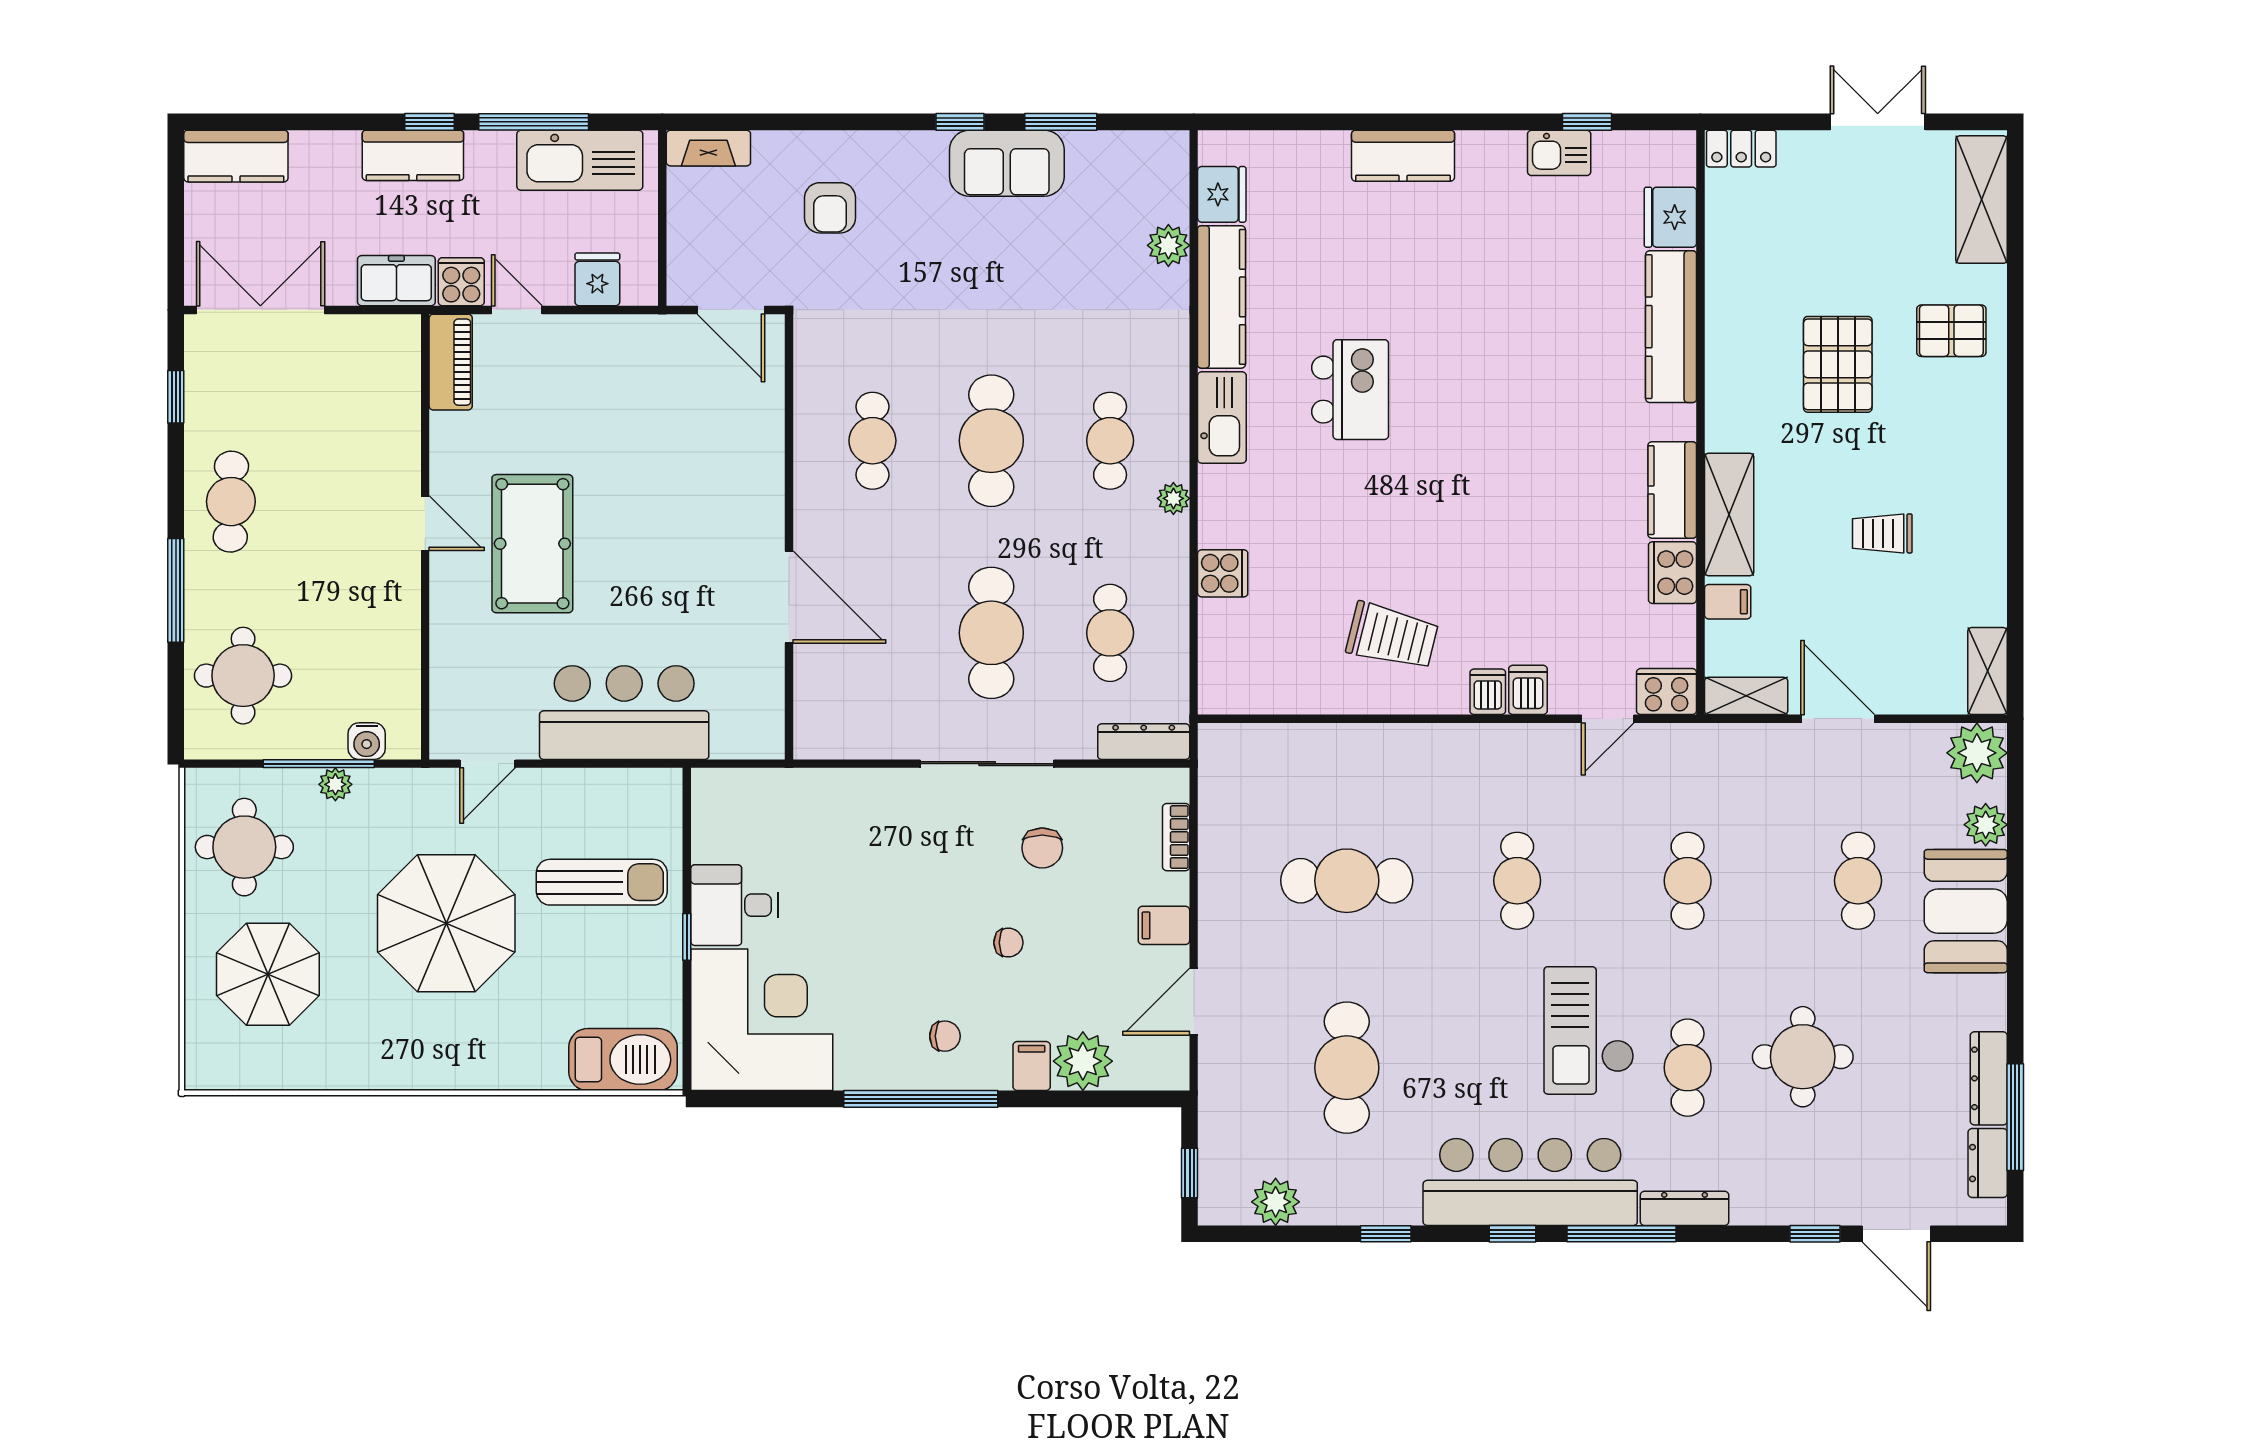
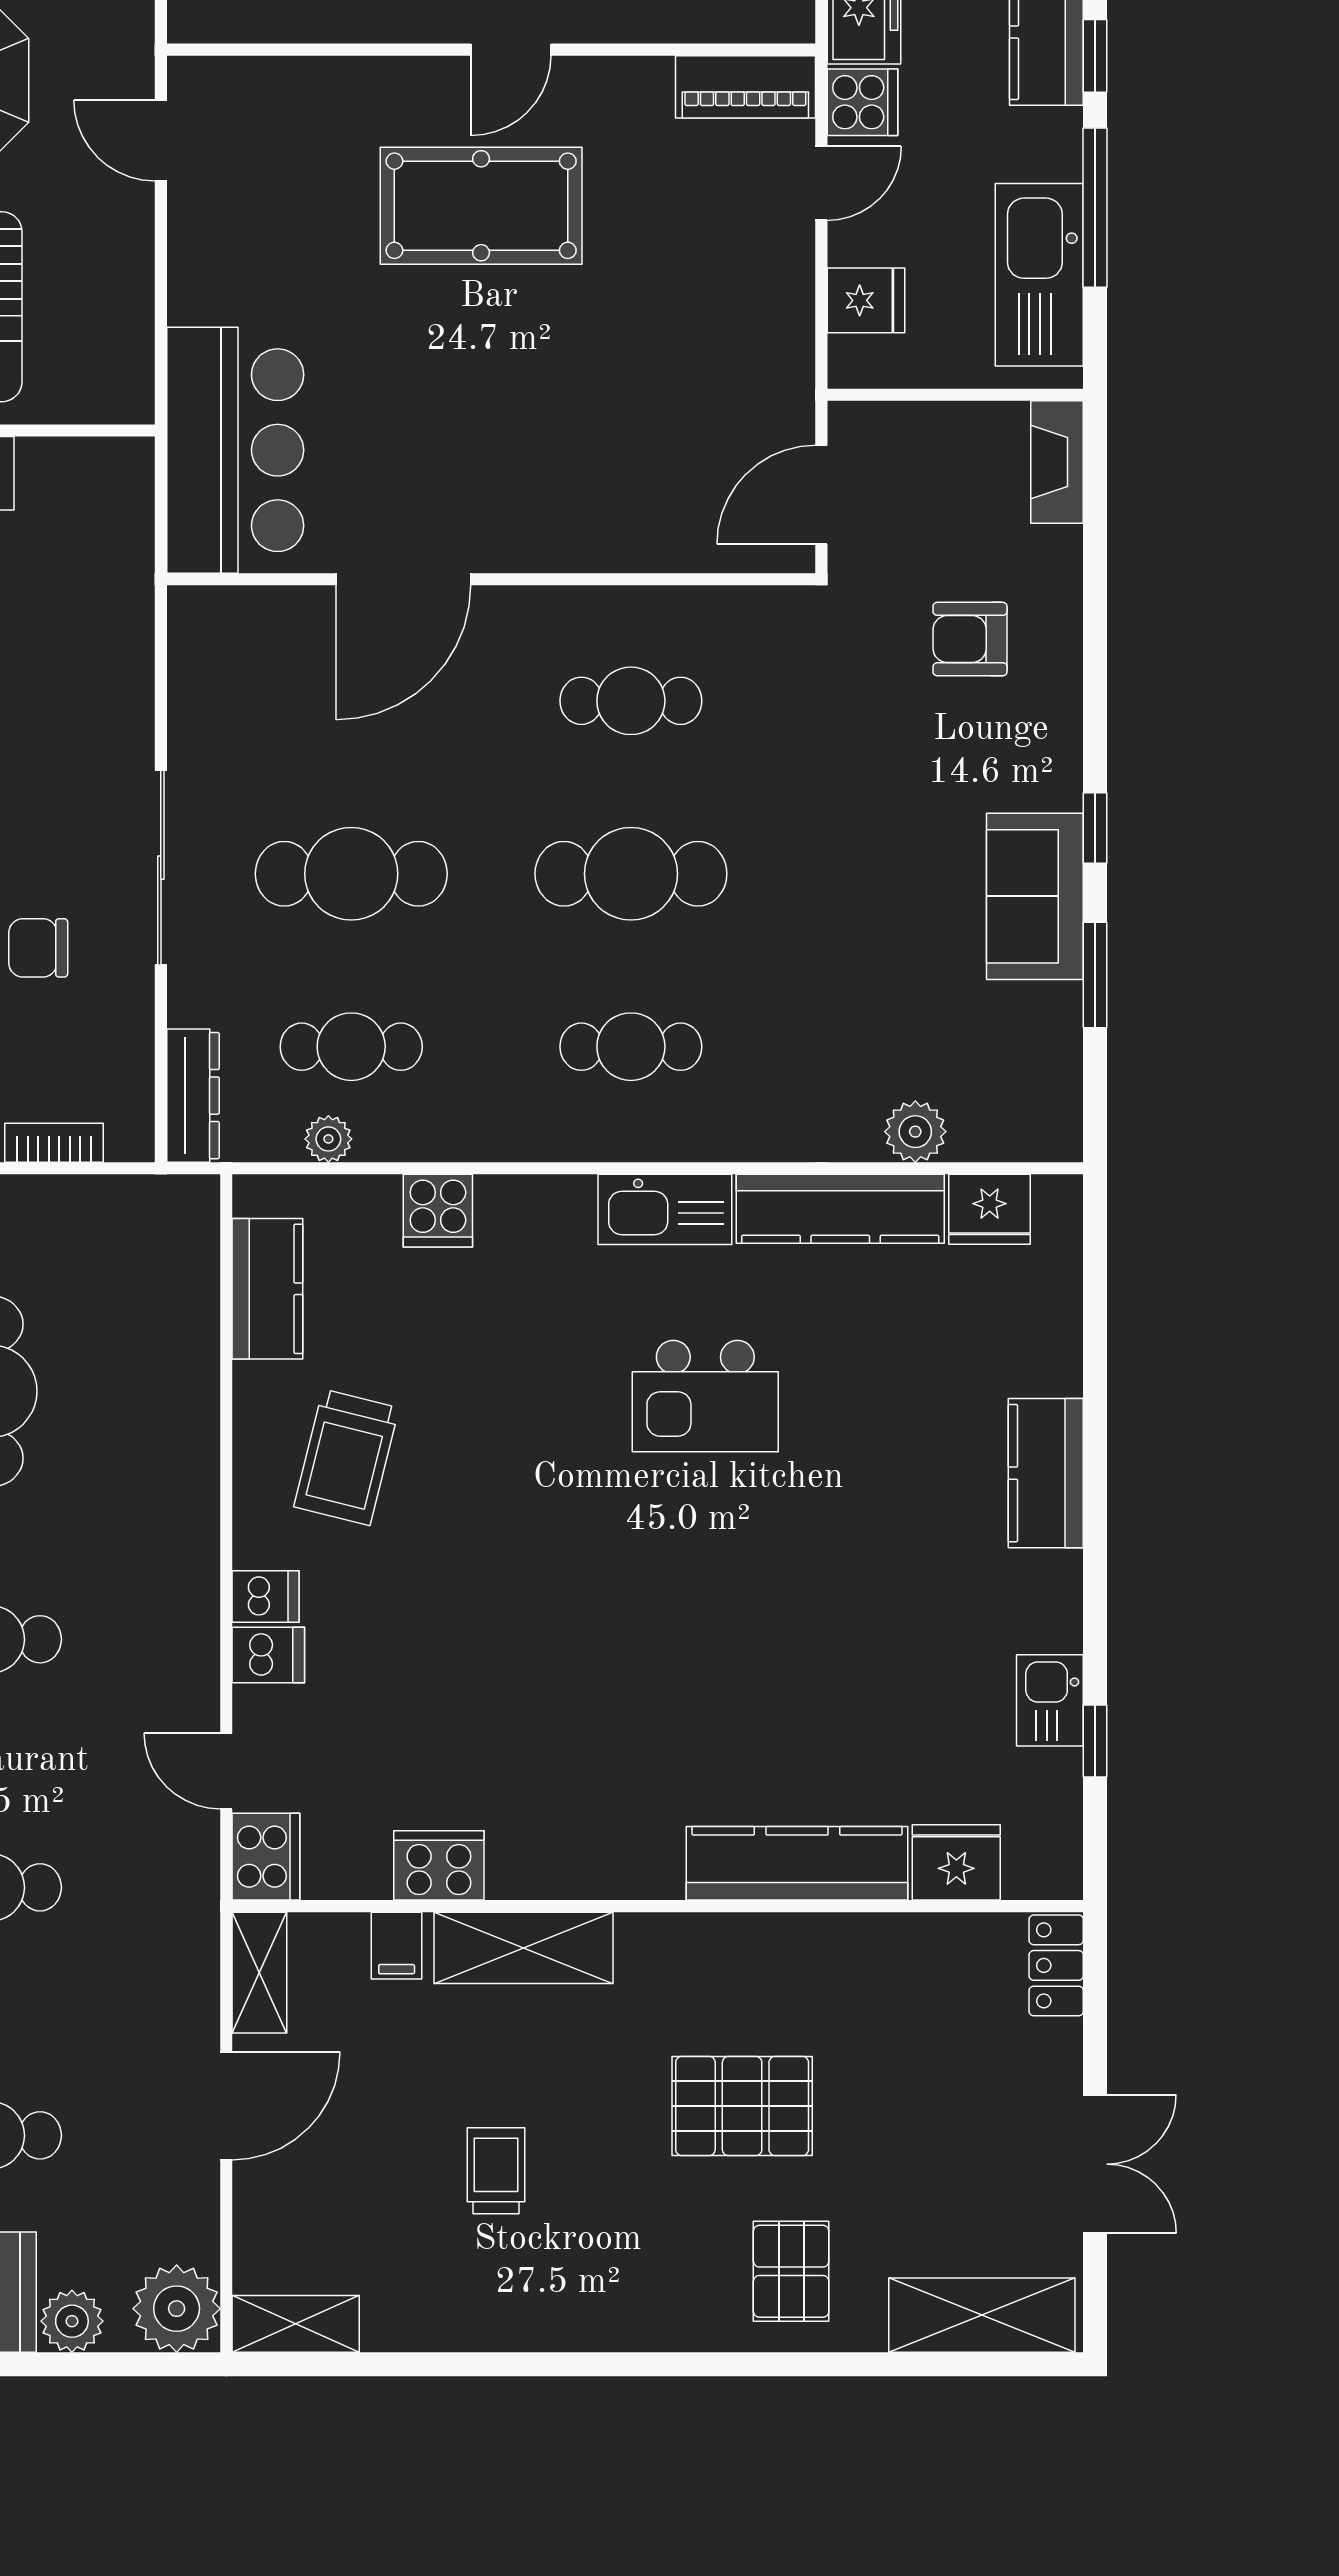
kitchen counter: (1672, 490) -> (267, 1289), moved, turned 90
plant: (1173, 498) -> (328, 1139), moved
bar counter: (624, 713) -> (235, 450), moved

